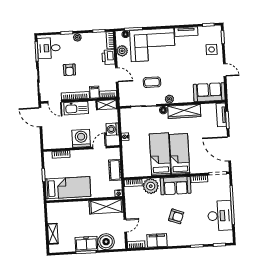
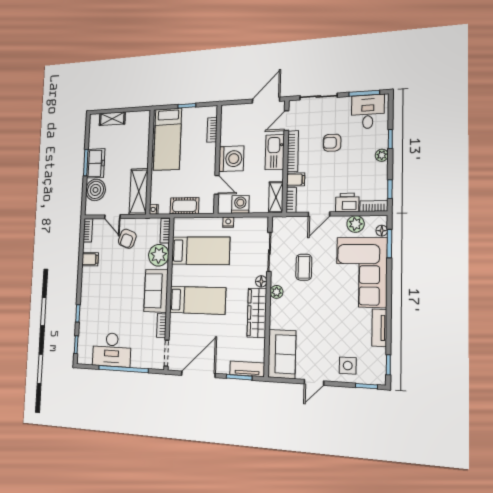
bed: (160, 154) -> (200, 251), moved
armchair: (176, 216) -> (127, 239), moved
filing cabinet: (157, 240) -> (90, 259), width x0.50

